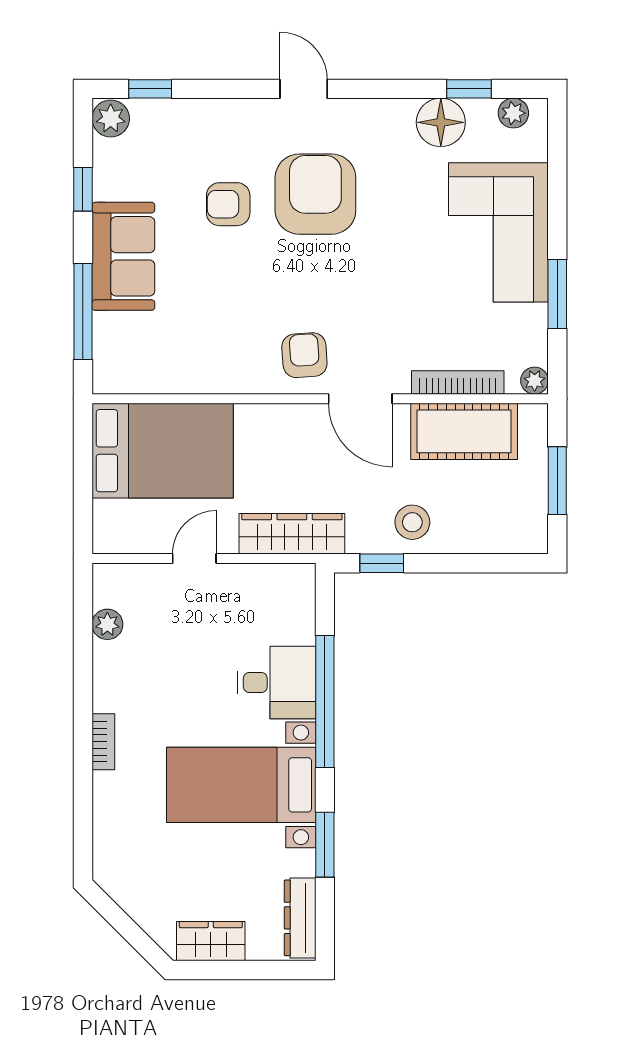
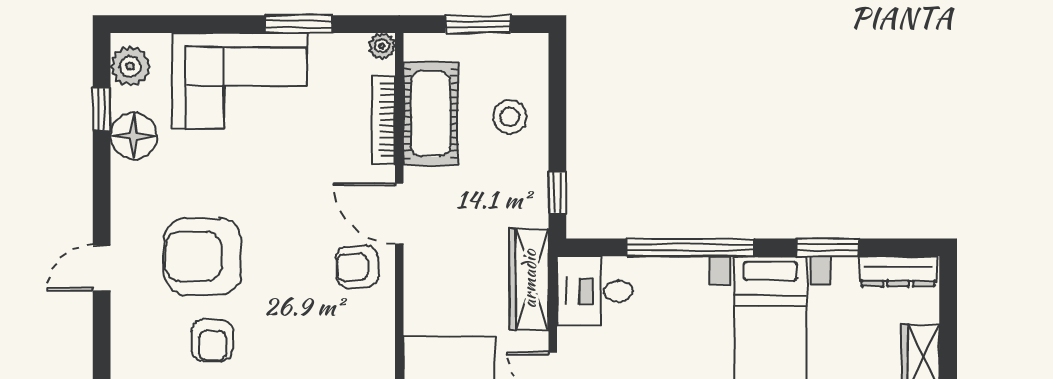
plant: (513, 113) -> (130, 66), width x1.38, depth x1.38
door: (360, 399) -> (399, 213), swing flipped
stool: (412, 522) -> (510, 117), moved
desk: (276, 682) -> (595, 291), moved, turned -90

